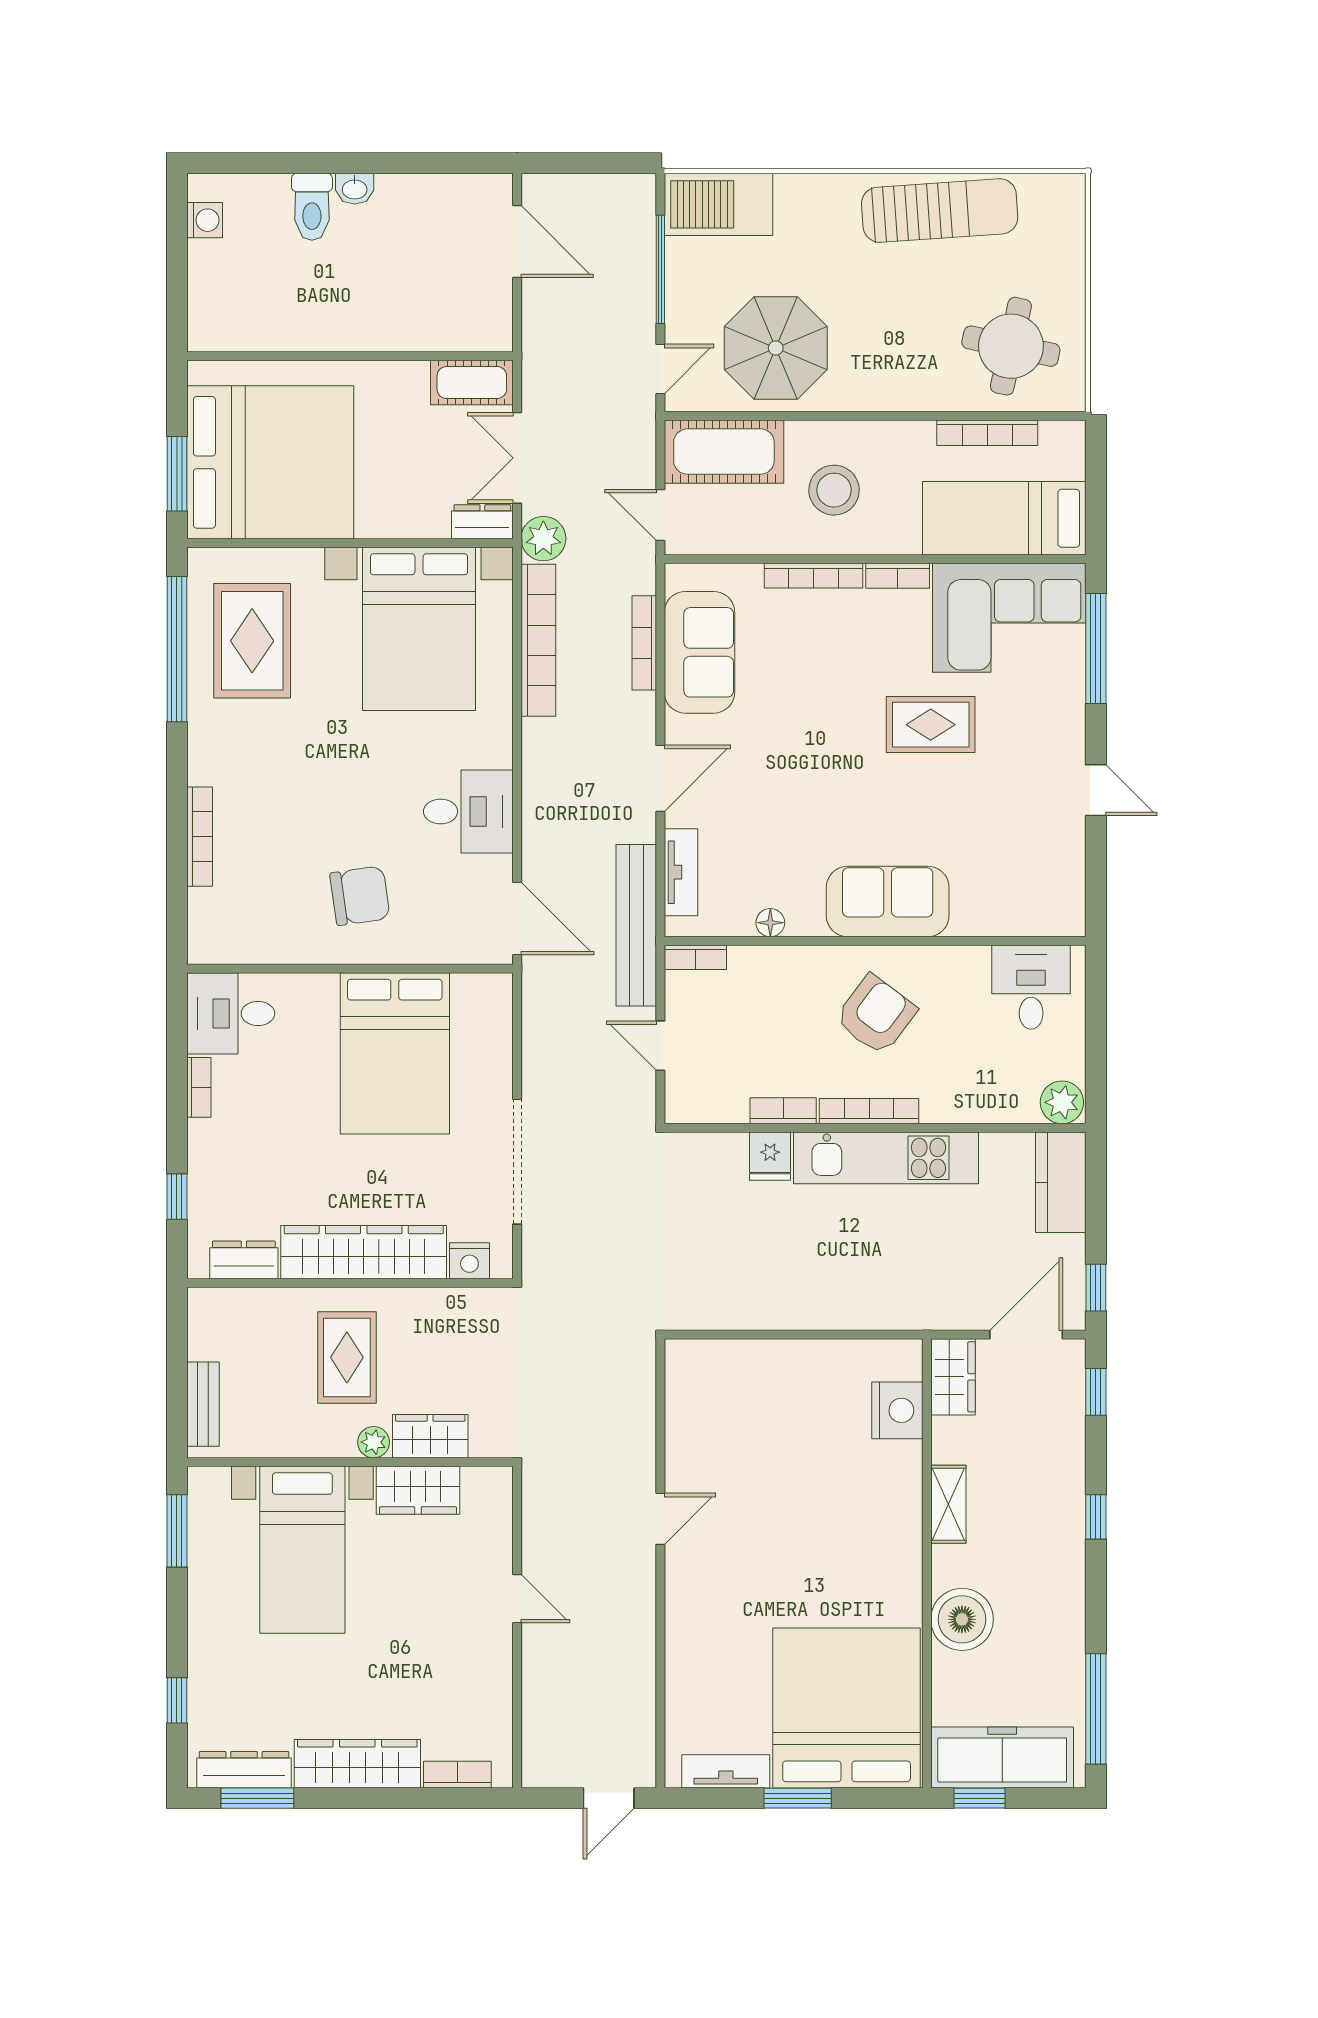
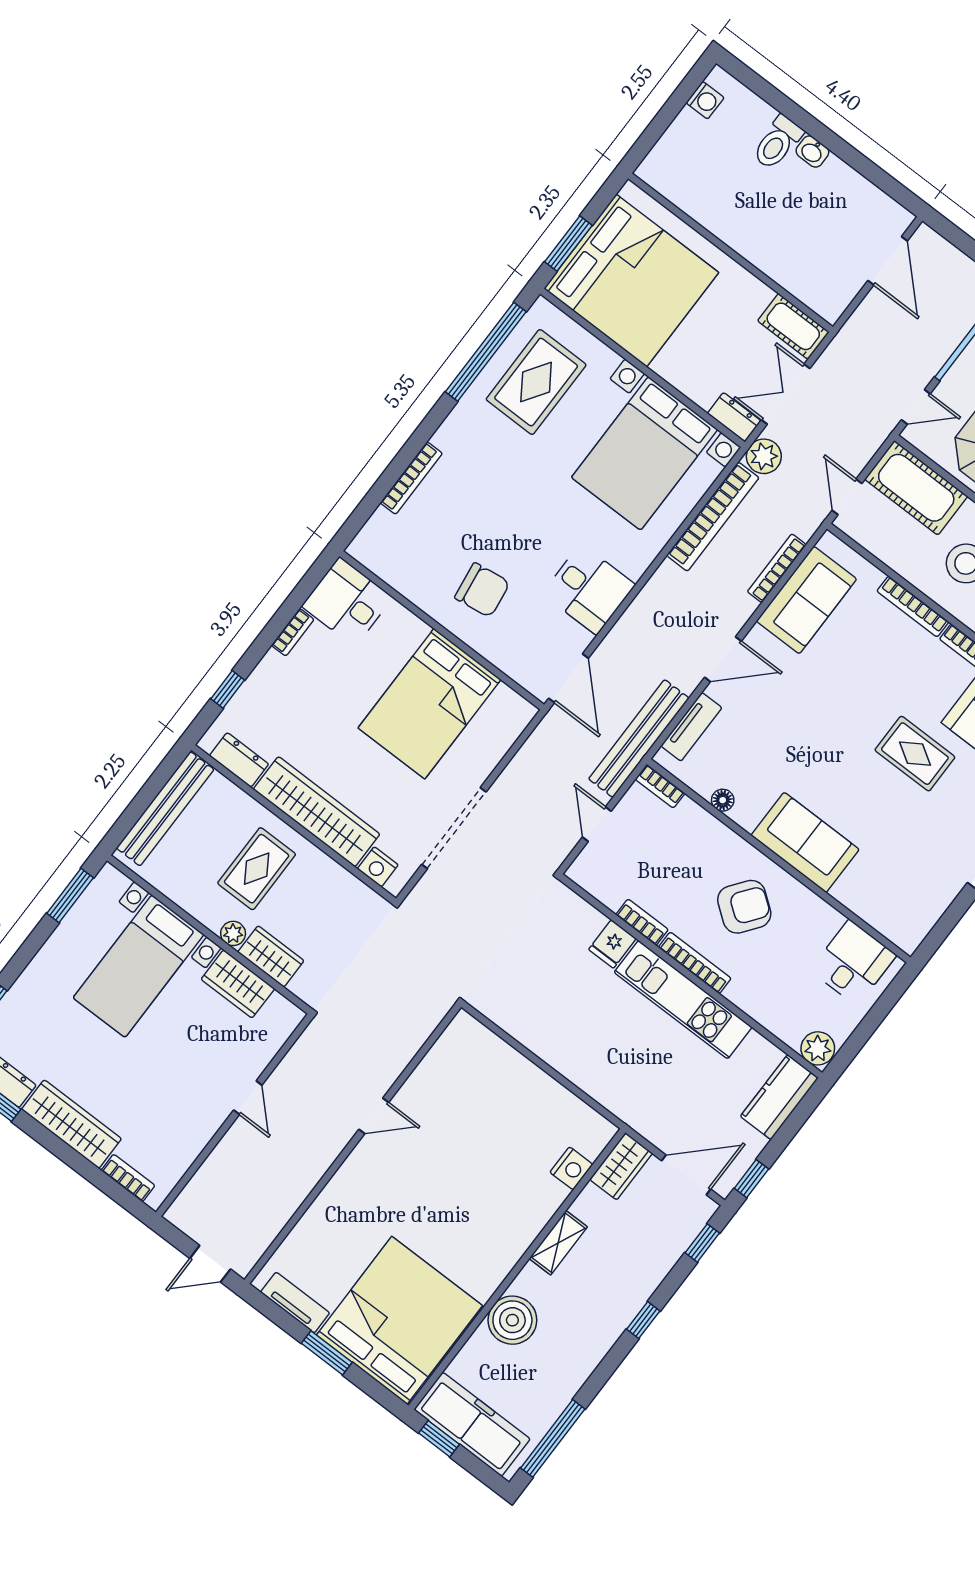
bench: (203, 1404) -> (165, 809), width x1.86, depth x1.21
nightstand: (897, 1410) -> (571, 1168), width x0.74, depth x0.75

